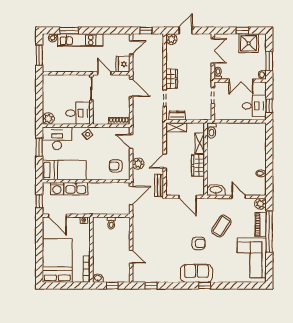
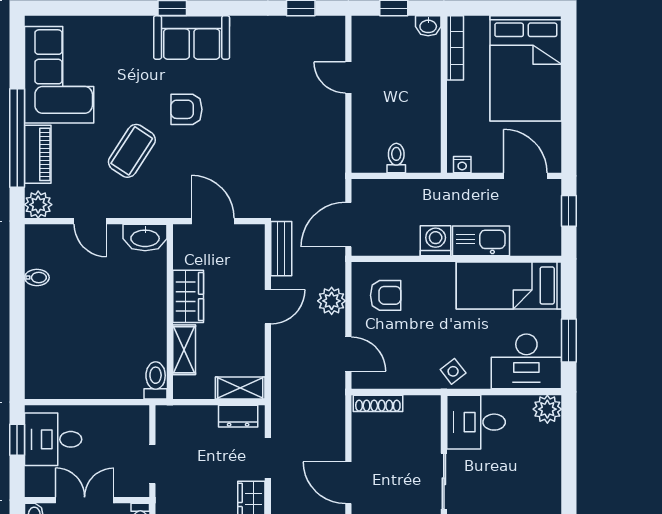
washing machine: (57, 189) -> (436, 241), moved

